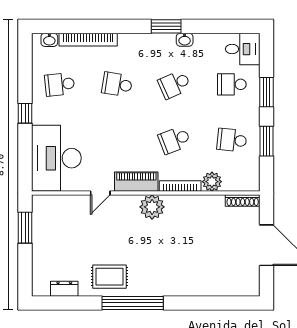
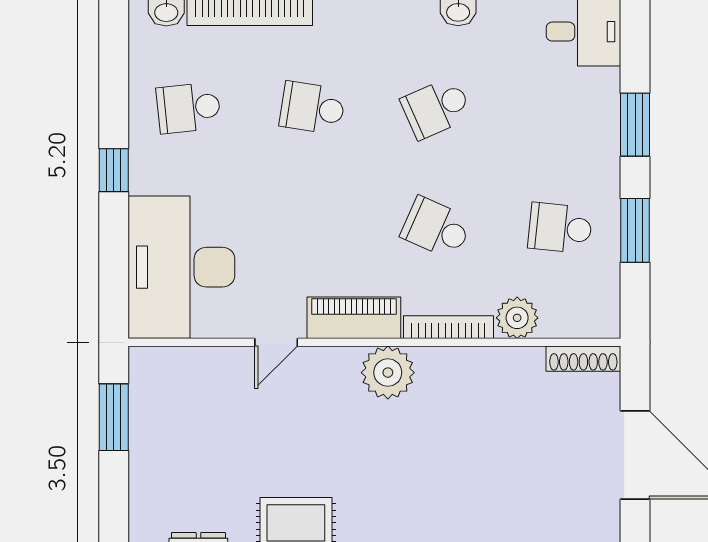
school desk: (232, 84) -> (560, 108), removed
school desk: (174, 140) -> (436, 228), turned 45

